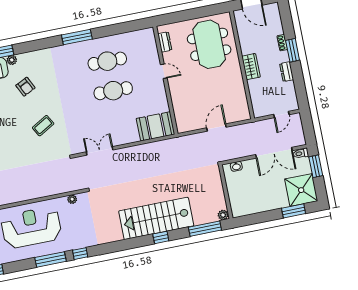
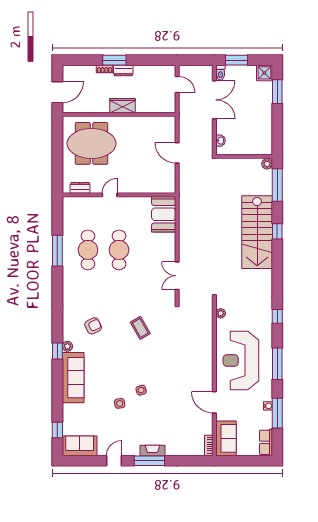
window: (77, 37) -> (57, 251), moved
dresser: (287, 72) -> (123, 71), moved
armchair: (25, 87) -> (93, 326), moved
shower: (301, 190) -> (264, 73), width x0.54, depth x0.54
window: (51, 259) -> (277, 364), moved

